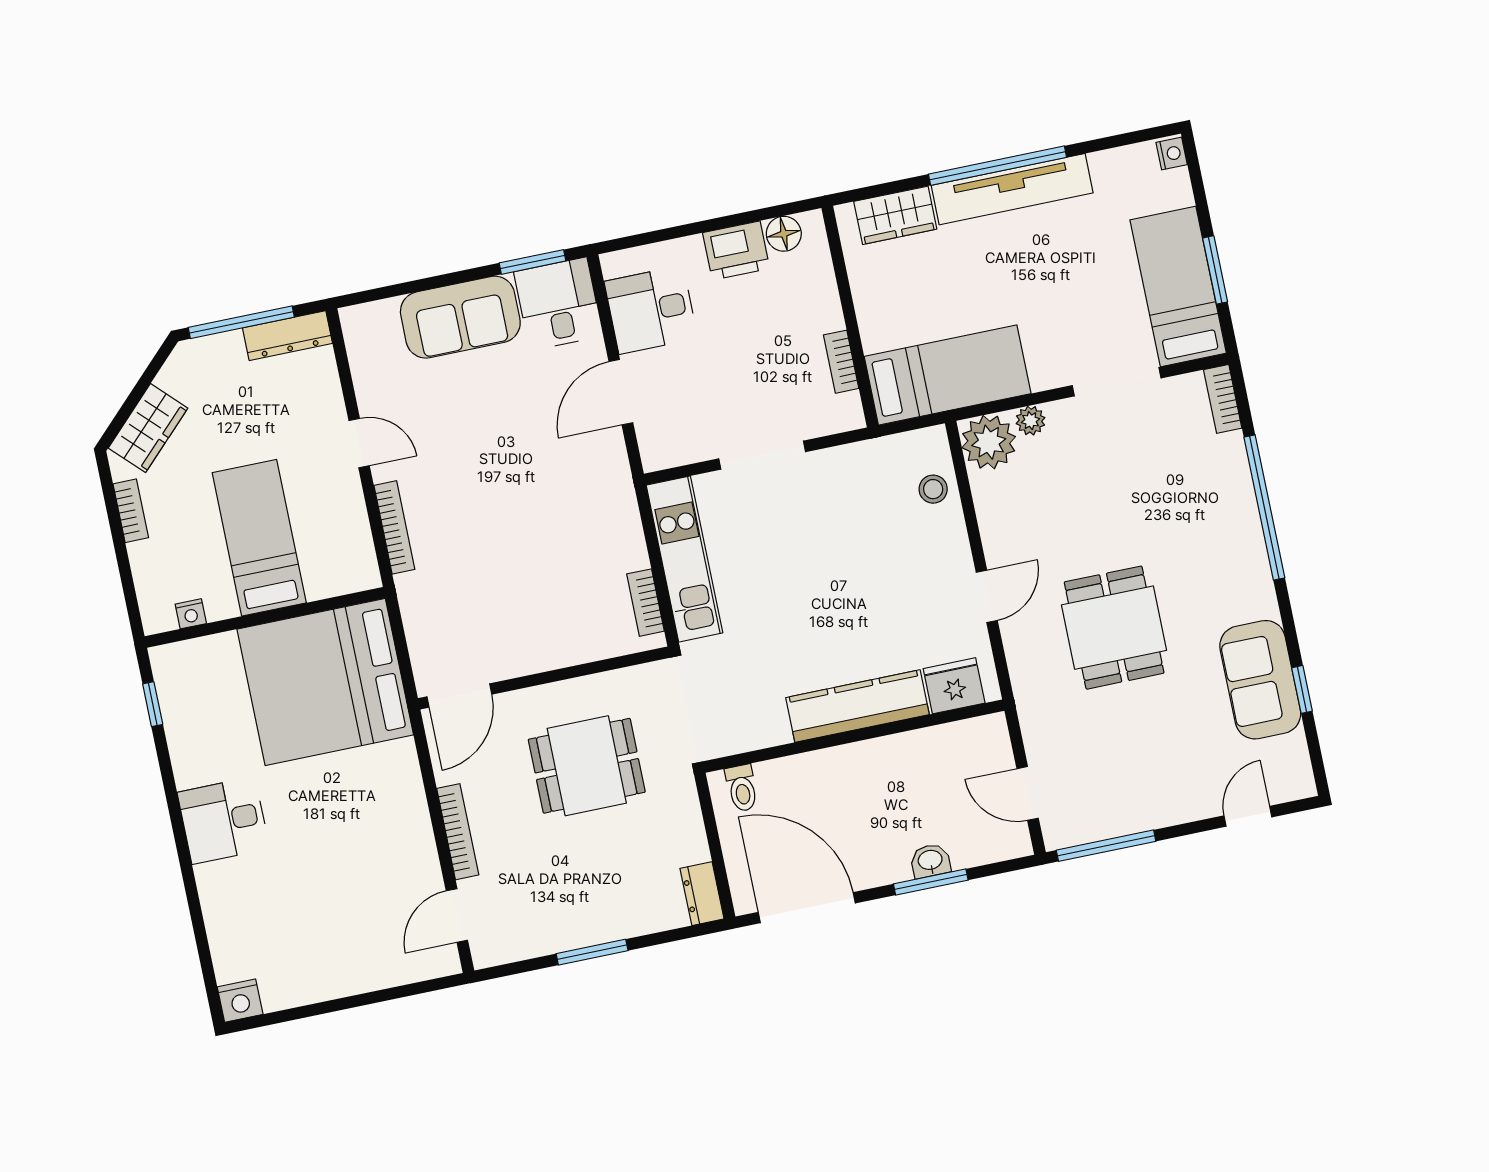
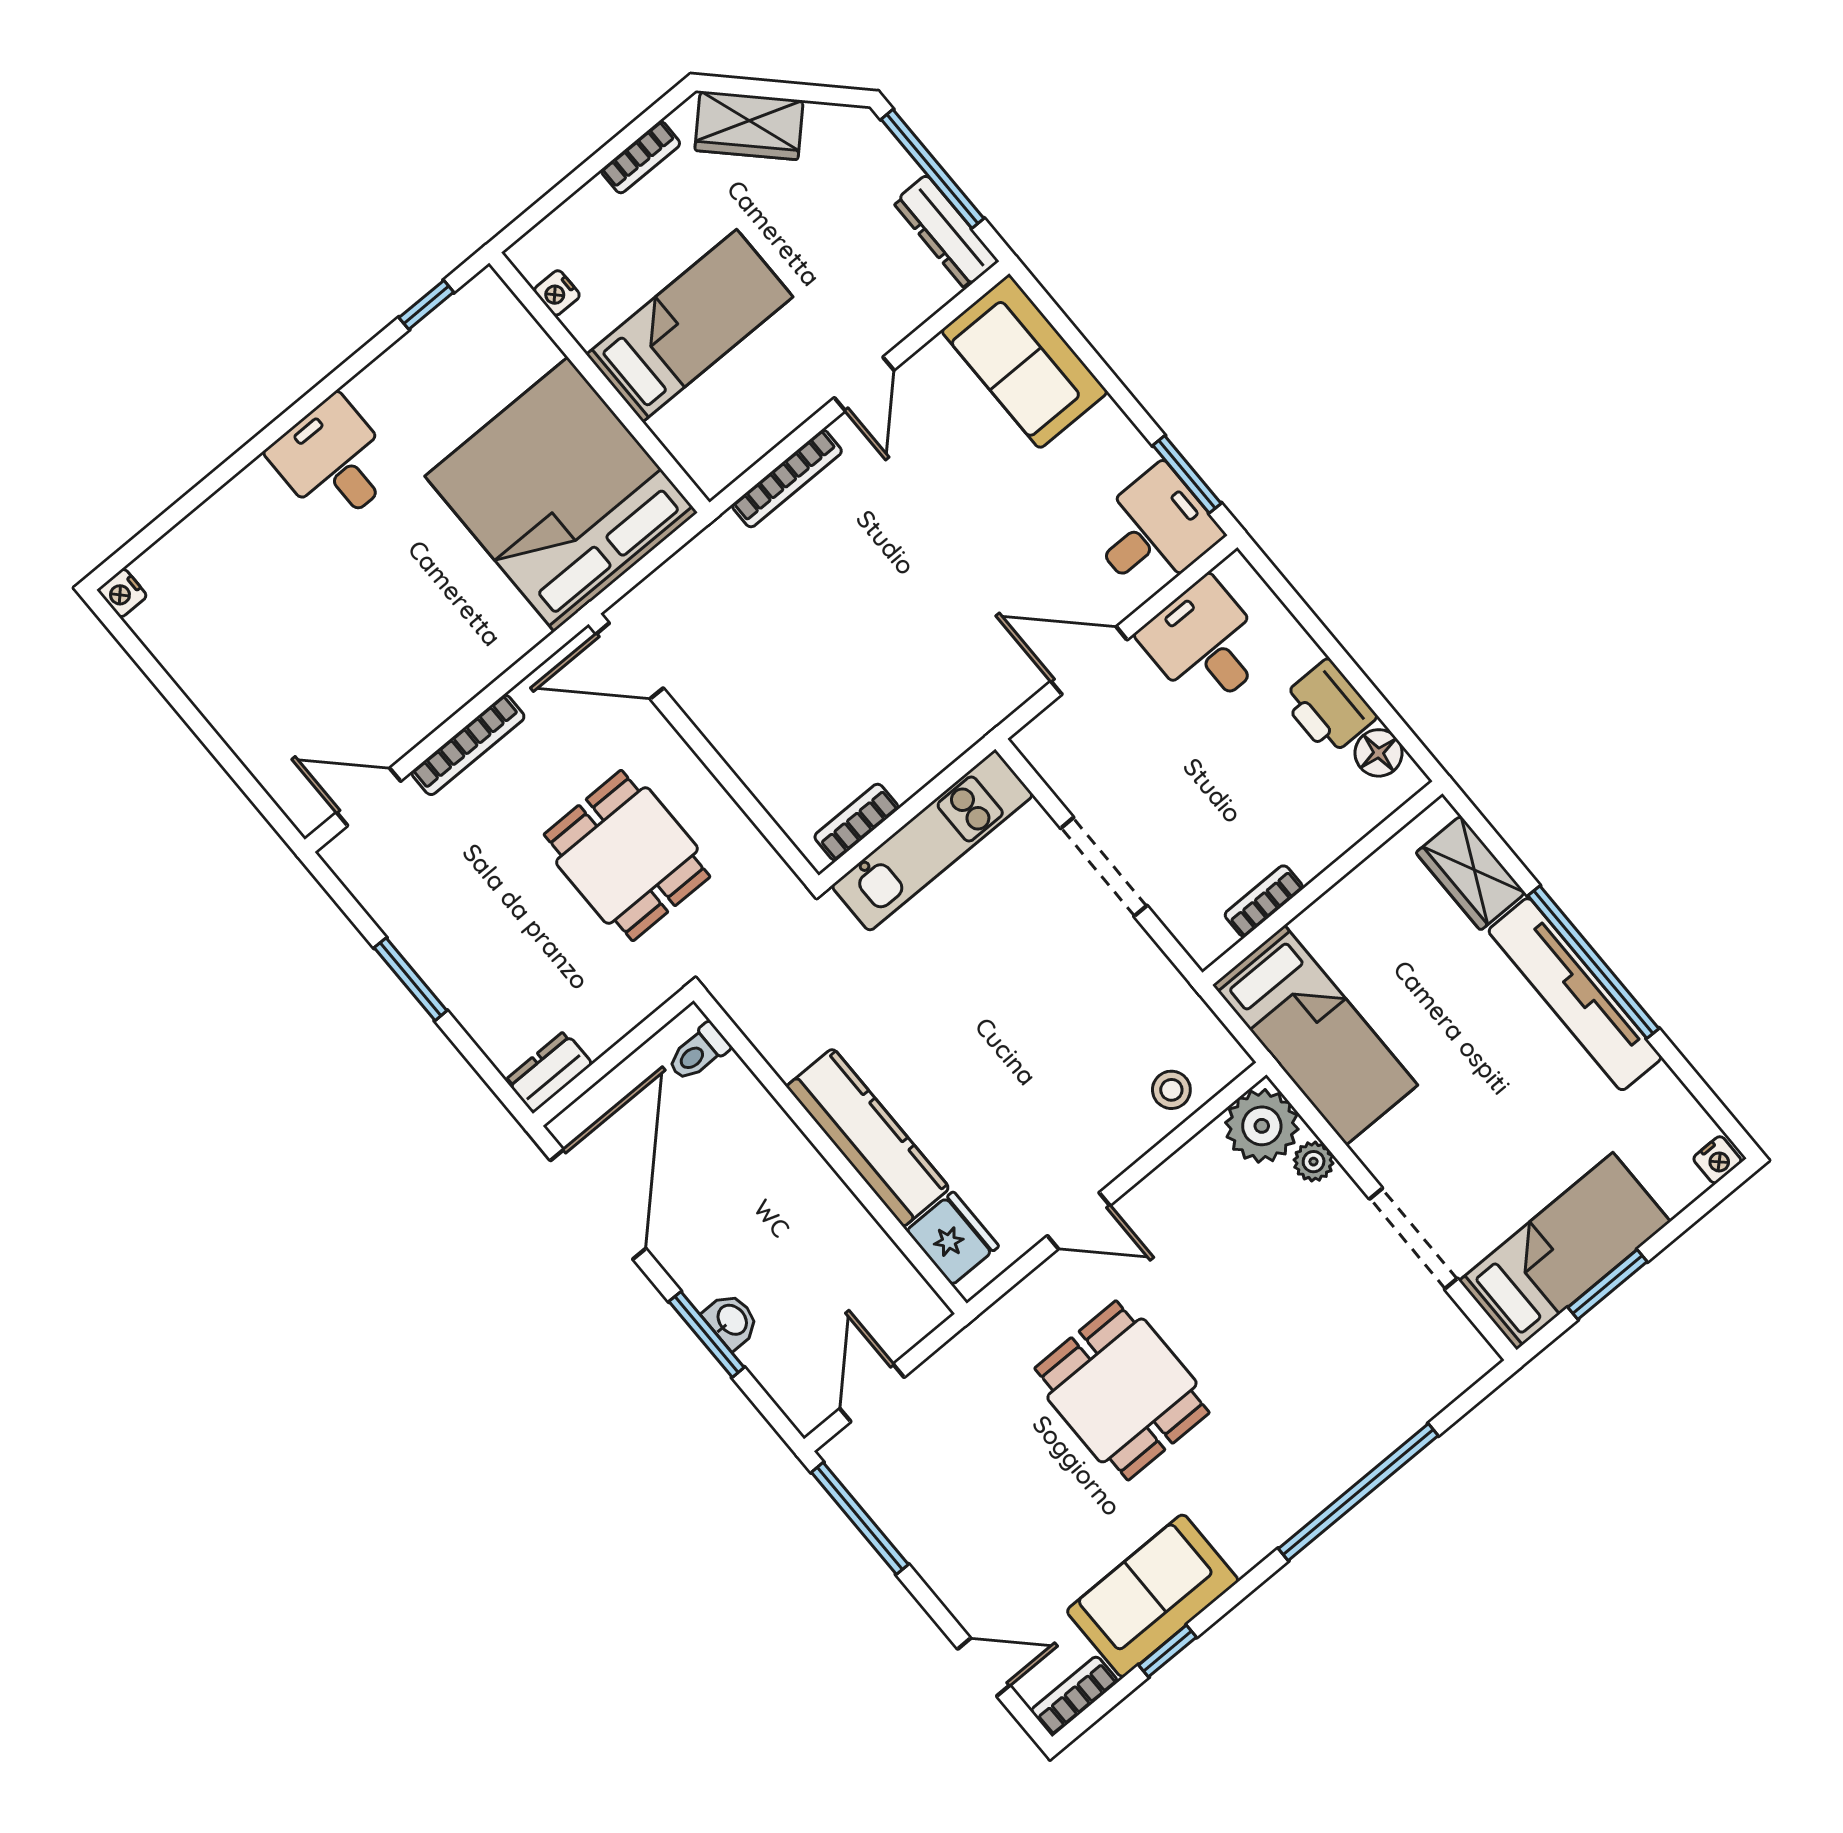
sofa: (460, 317) -> (1024, 361), moved
bookcase: (1223, 399) -> (1074, 1696), moved
dining table: (1114, 628) -> (1122, 1390), turned 90
nightstand: (240, 1001) -> (122, 593), width x0.72, depth x0.74

